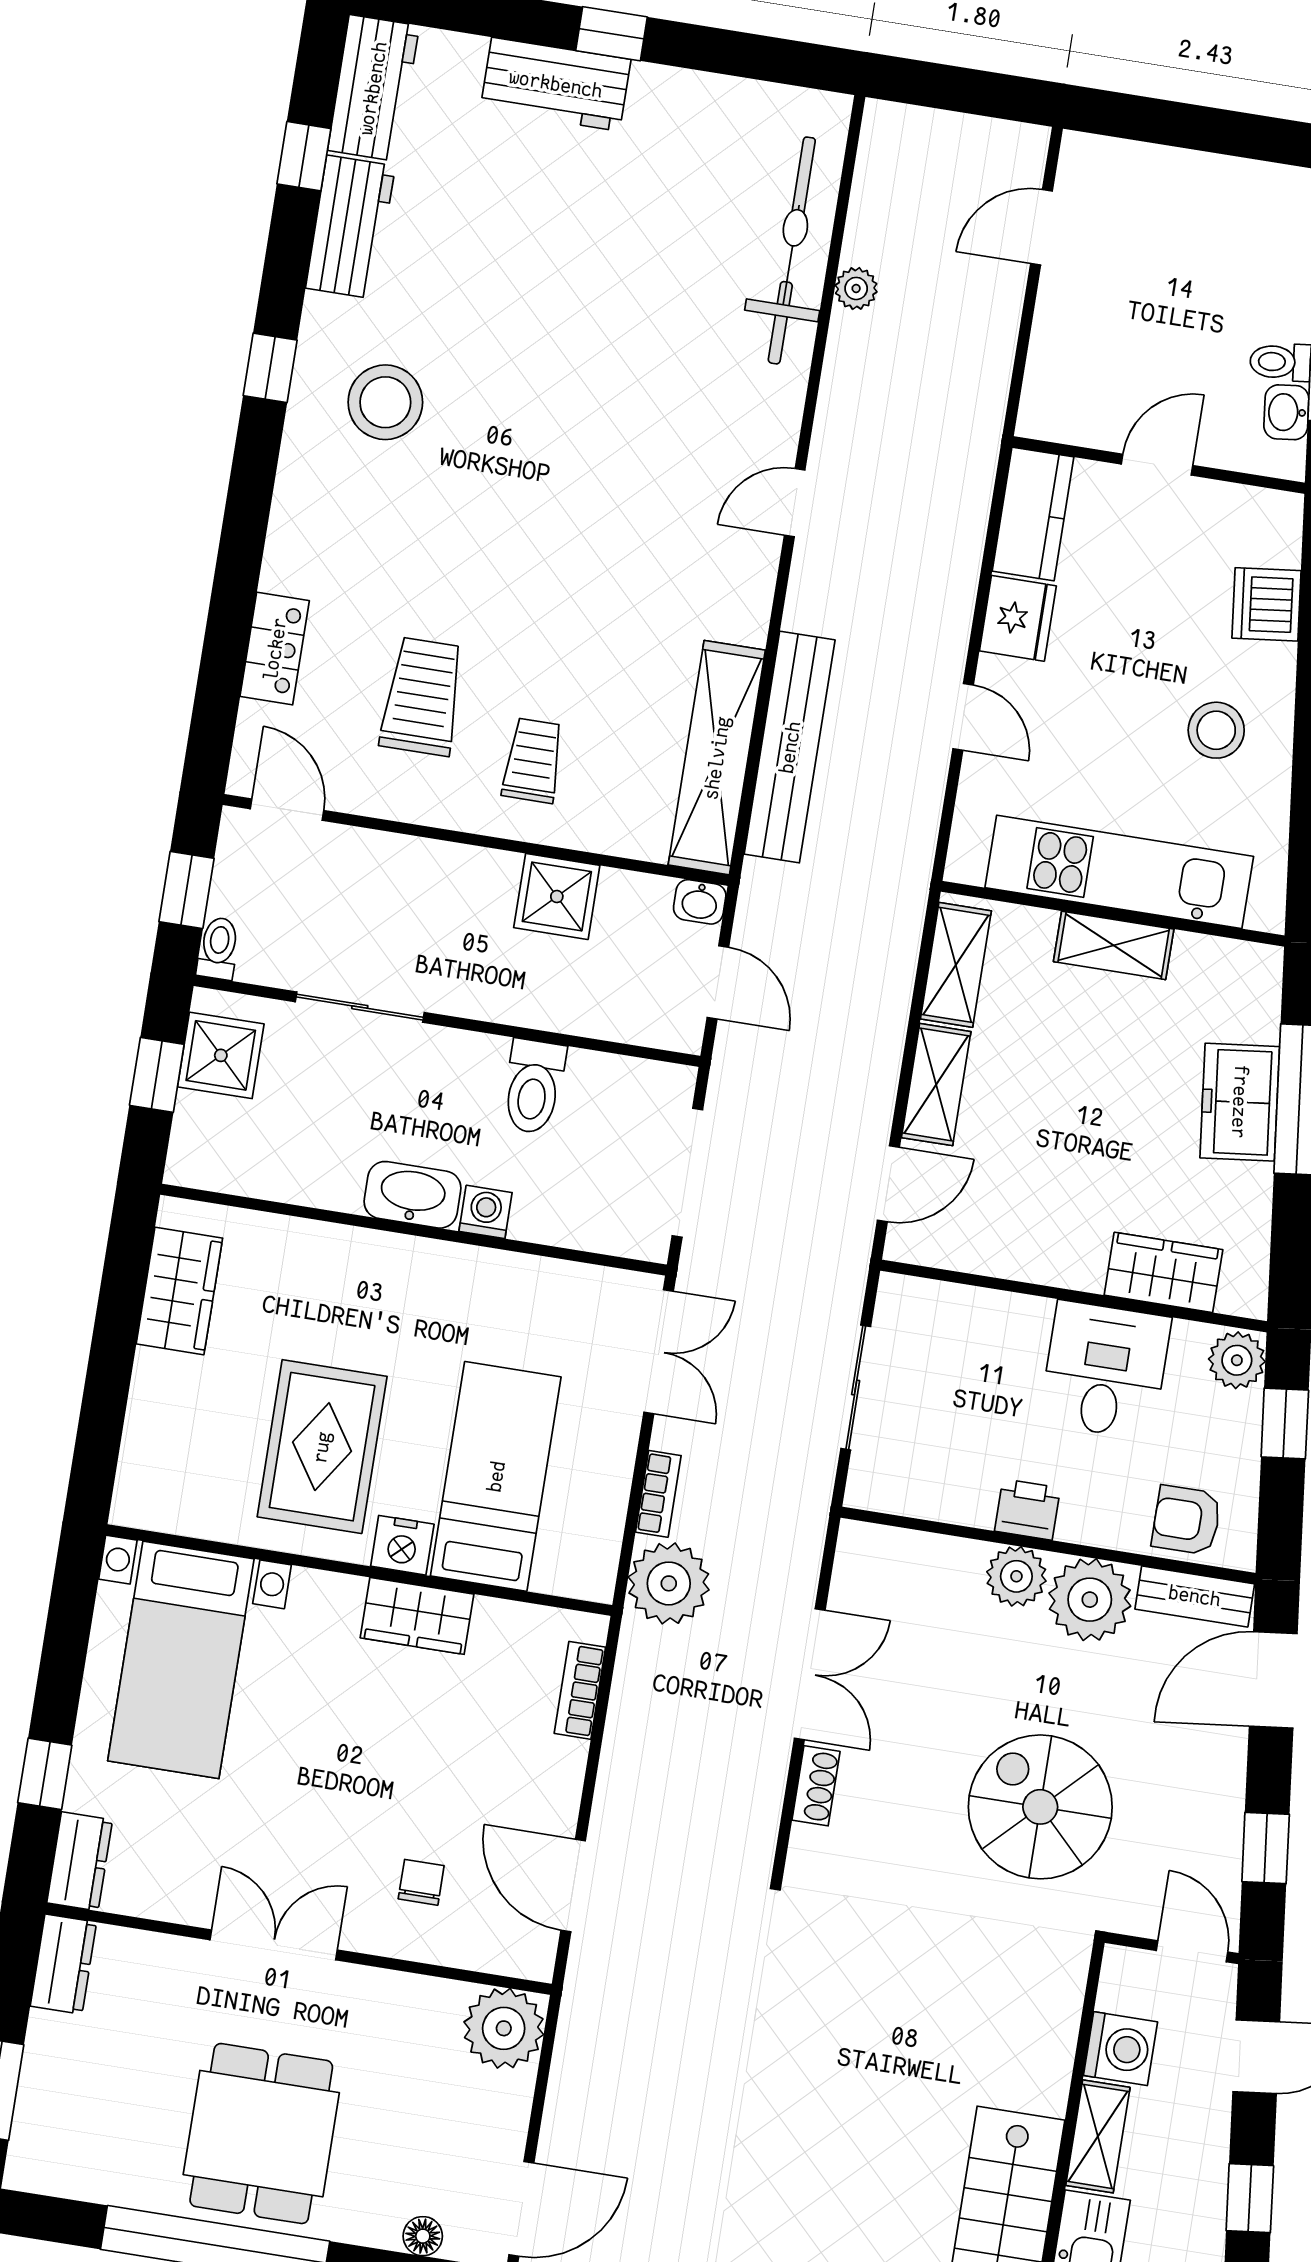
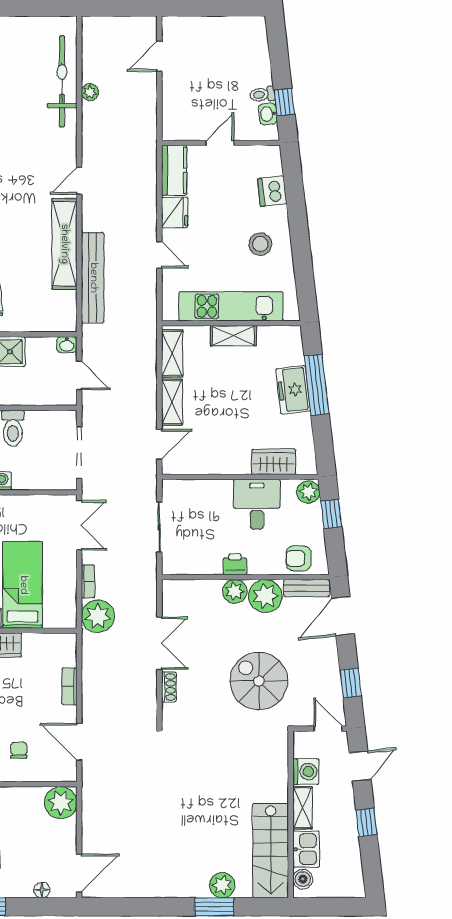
shelving: (717, 758) -> (64, 244), moved
bookcase: (580, 1690) -> (69, 686), moved

